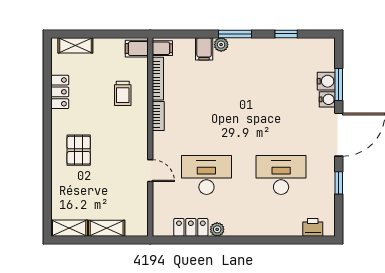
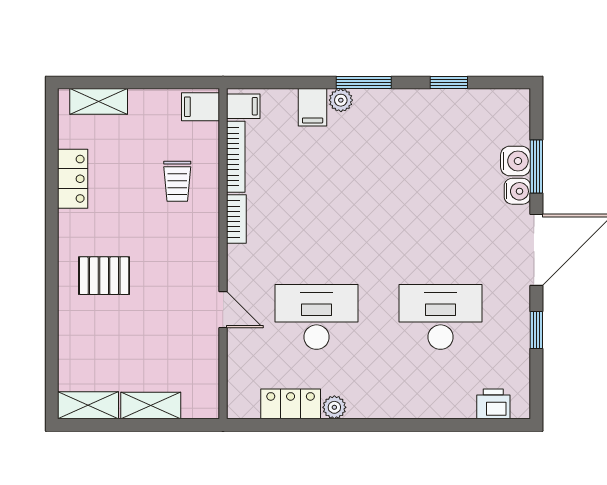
pallet: (79, 150) -> (104, 276), turned 90

